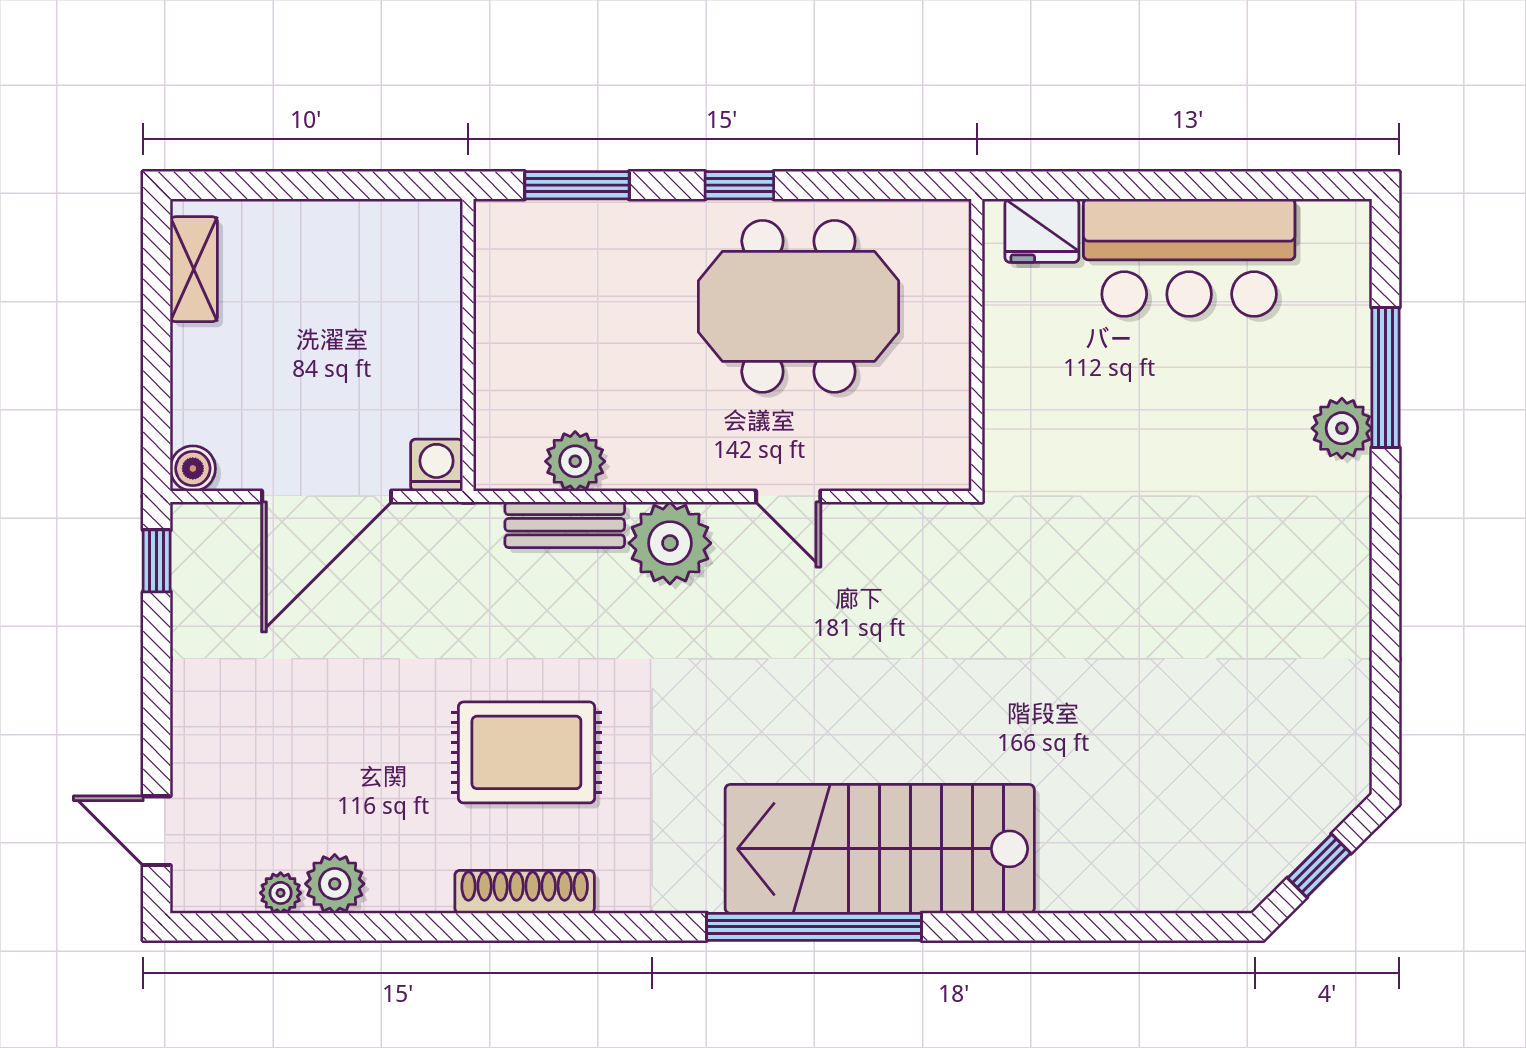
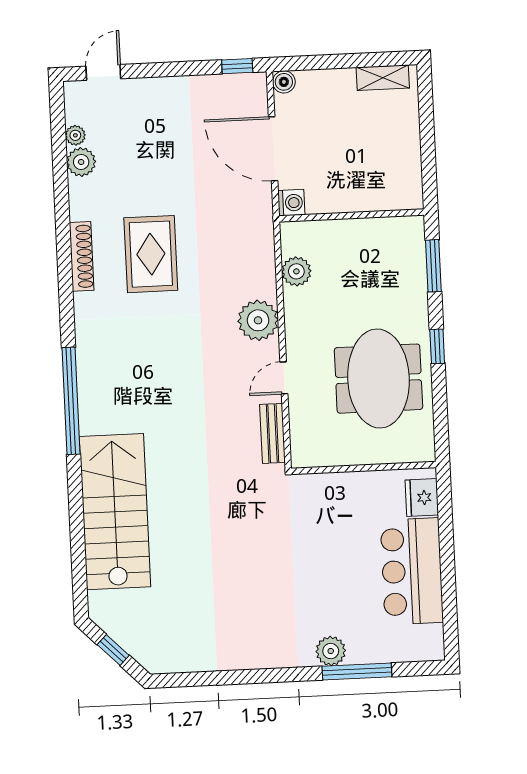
bench: (565, 525) -> (272, 433), moved
stairs: (880, 849) -> (115, 512), moved

